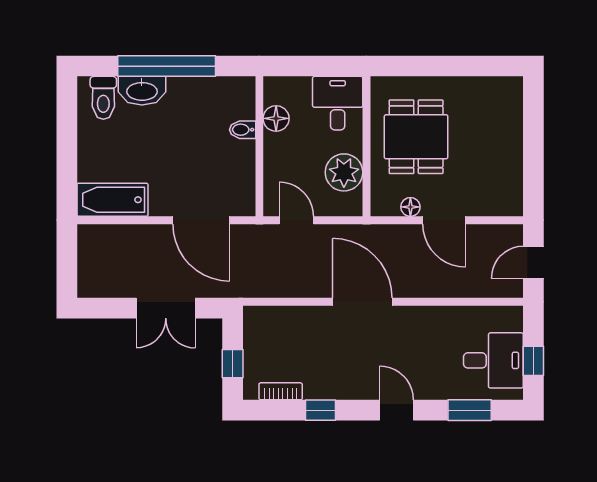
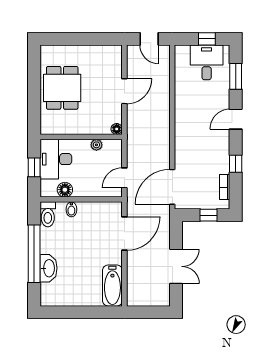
window: (314, 66) -> (34, 167), added
toilet: (103, 98) -> (48, 214), moved, turned 90
desk: (338, 103) -> (56, 159), width x1.37
dining table: (416, 137) -> (62, 88), moved, turned 90
plant: (344, 172) -> (96, 145), width x0.53, depth x0.53
floor lamp: (410, 207) -> (117, 129), moved
door: (362, 302) -> (172, 187), moved
double door: (166, 308) -> (176, 266), moved

